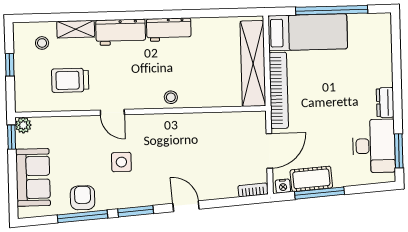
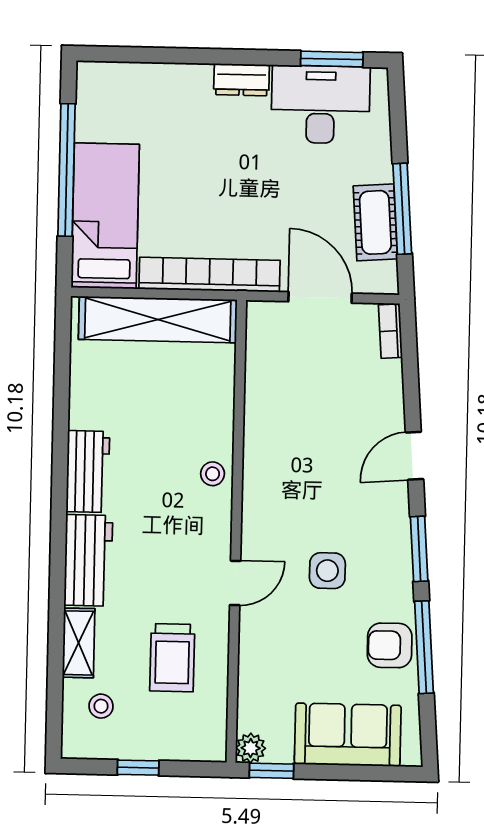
nightstand: (283, 186) -> (386, 275), removed

